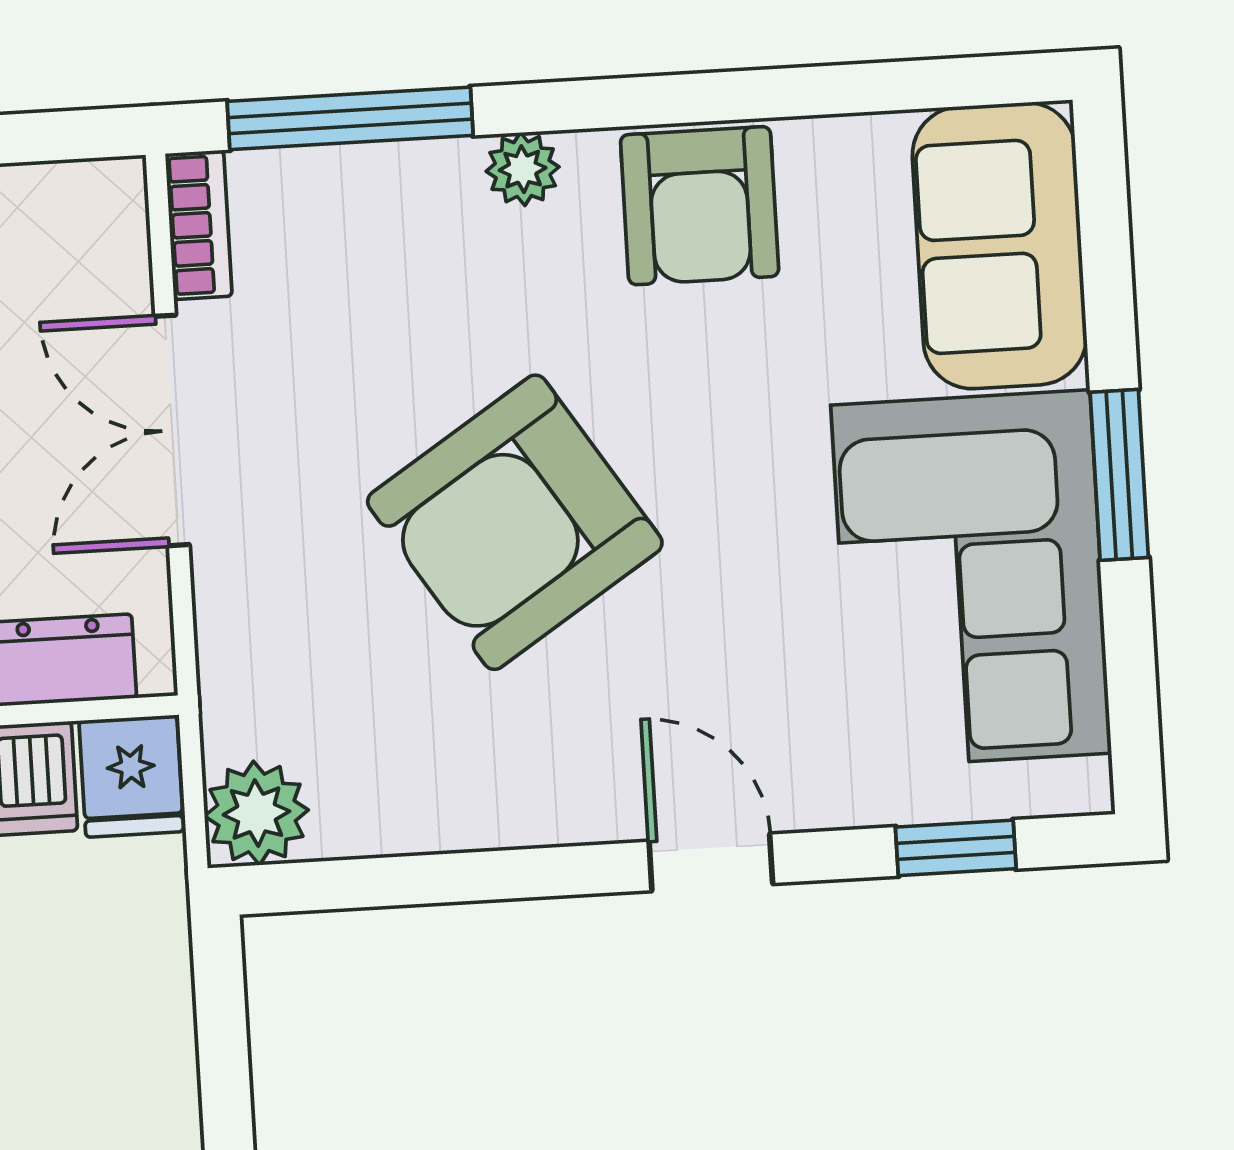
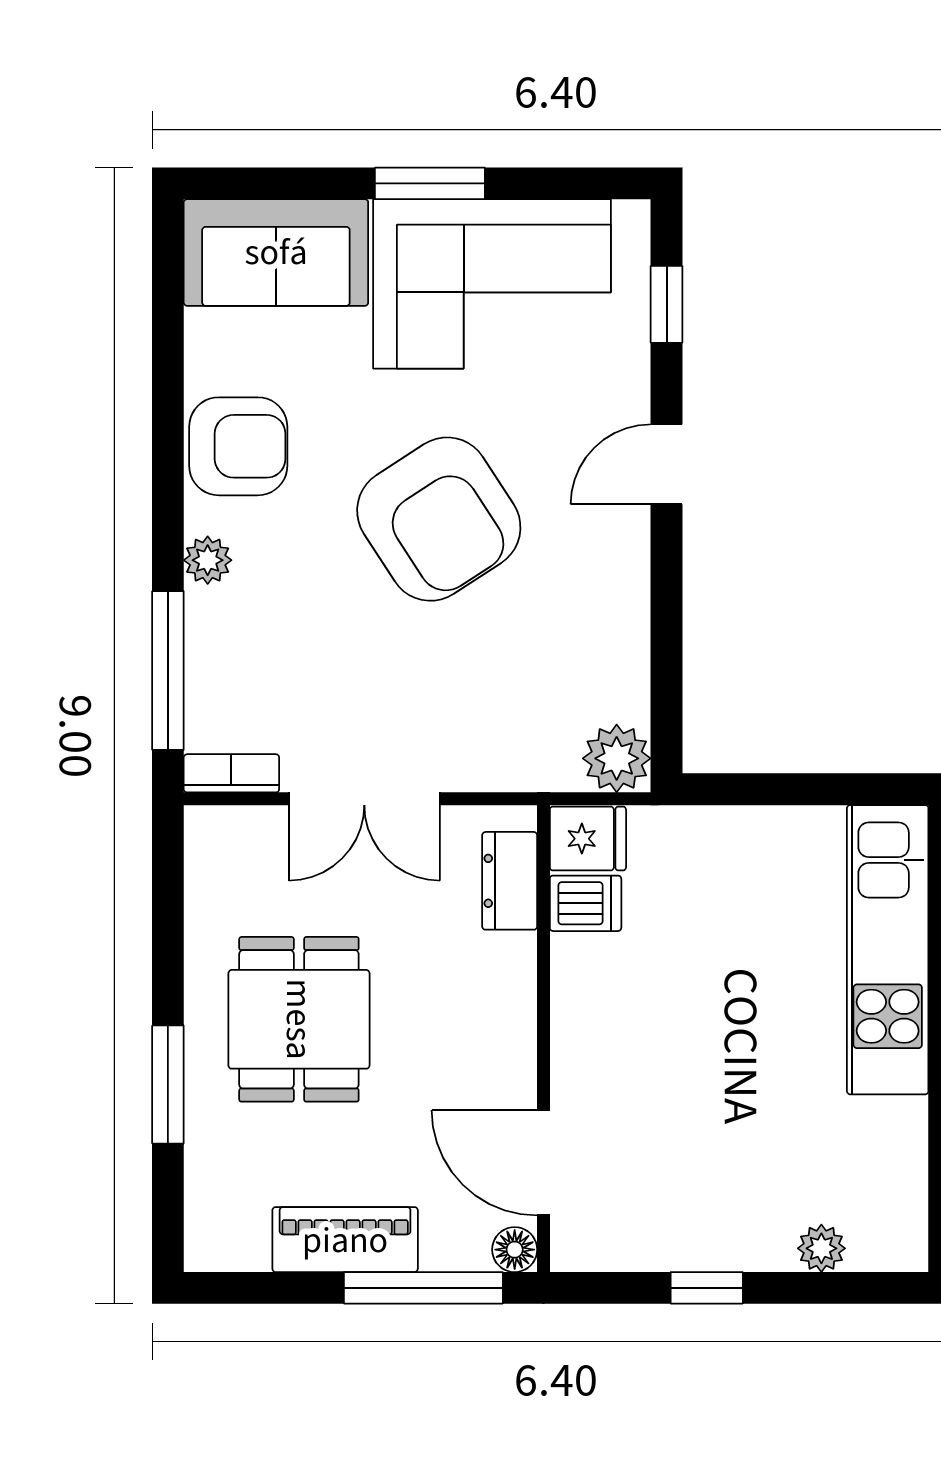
armchair: (515, 522) -> (439, 519), moved

